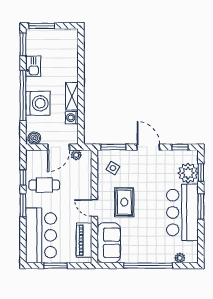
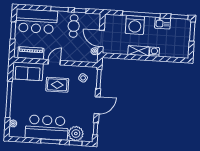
washing machine: (72, 118) -> (154, 52), moved
boiler: (34, 138) -> (109, 21), removed

